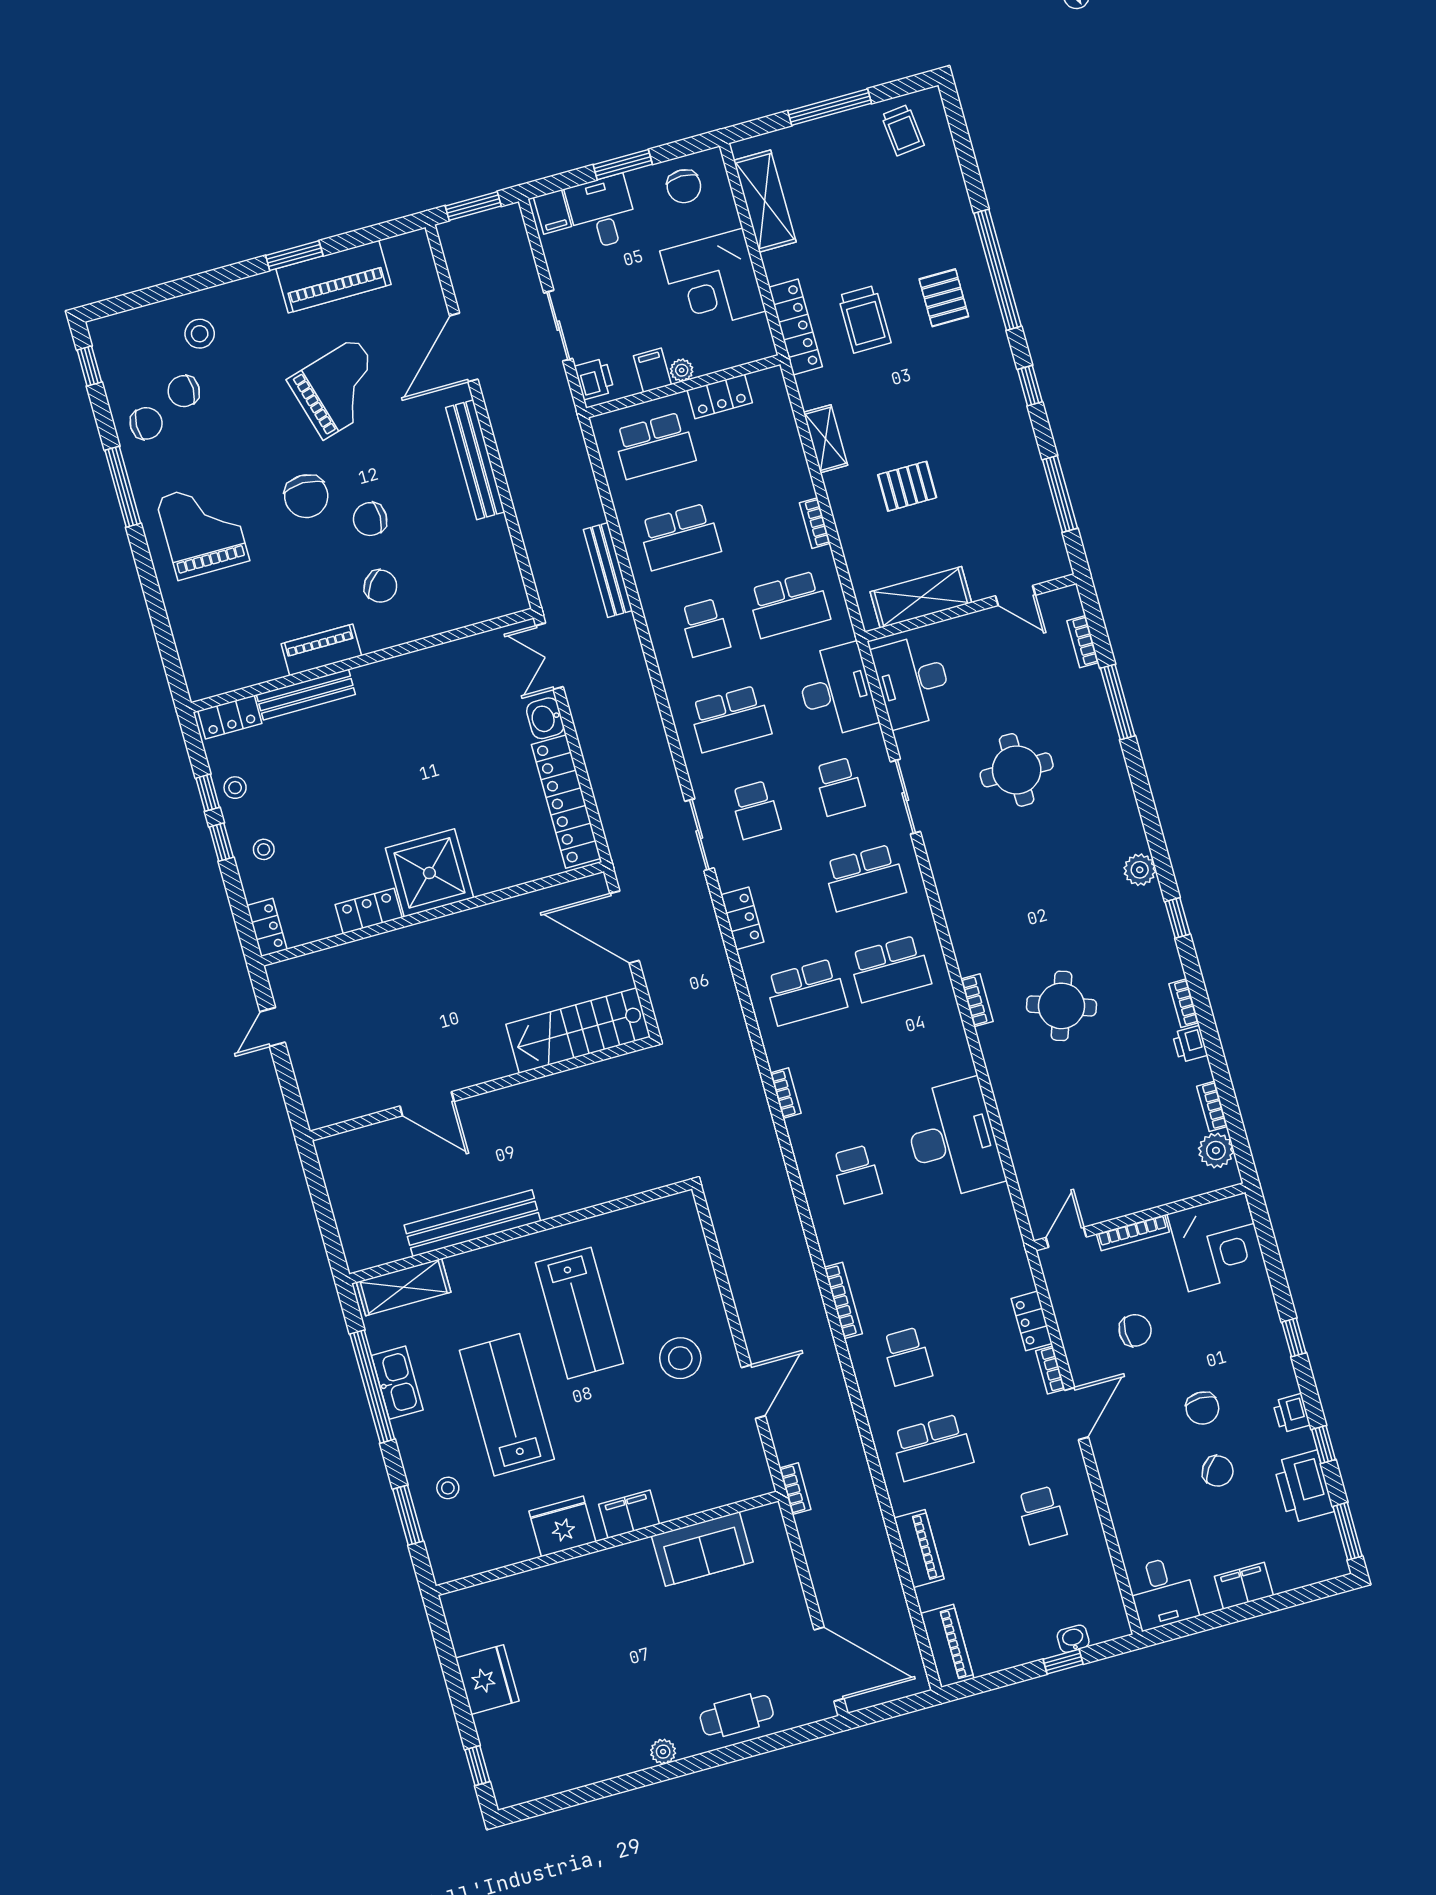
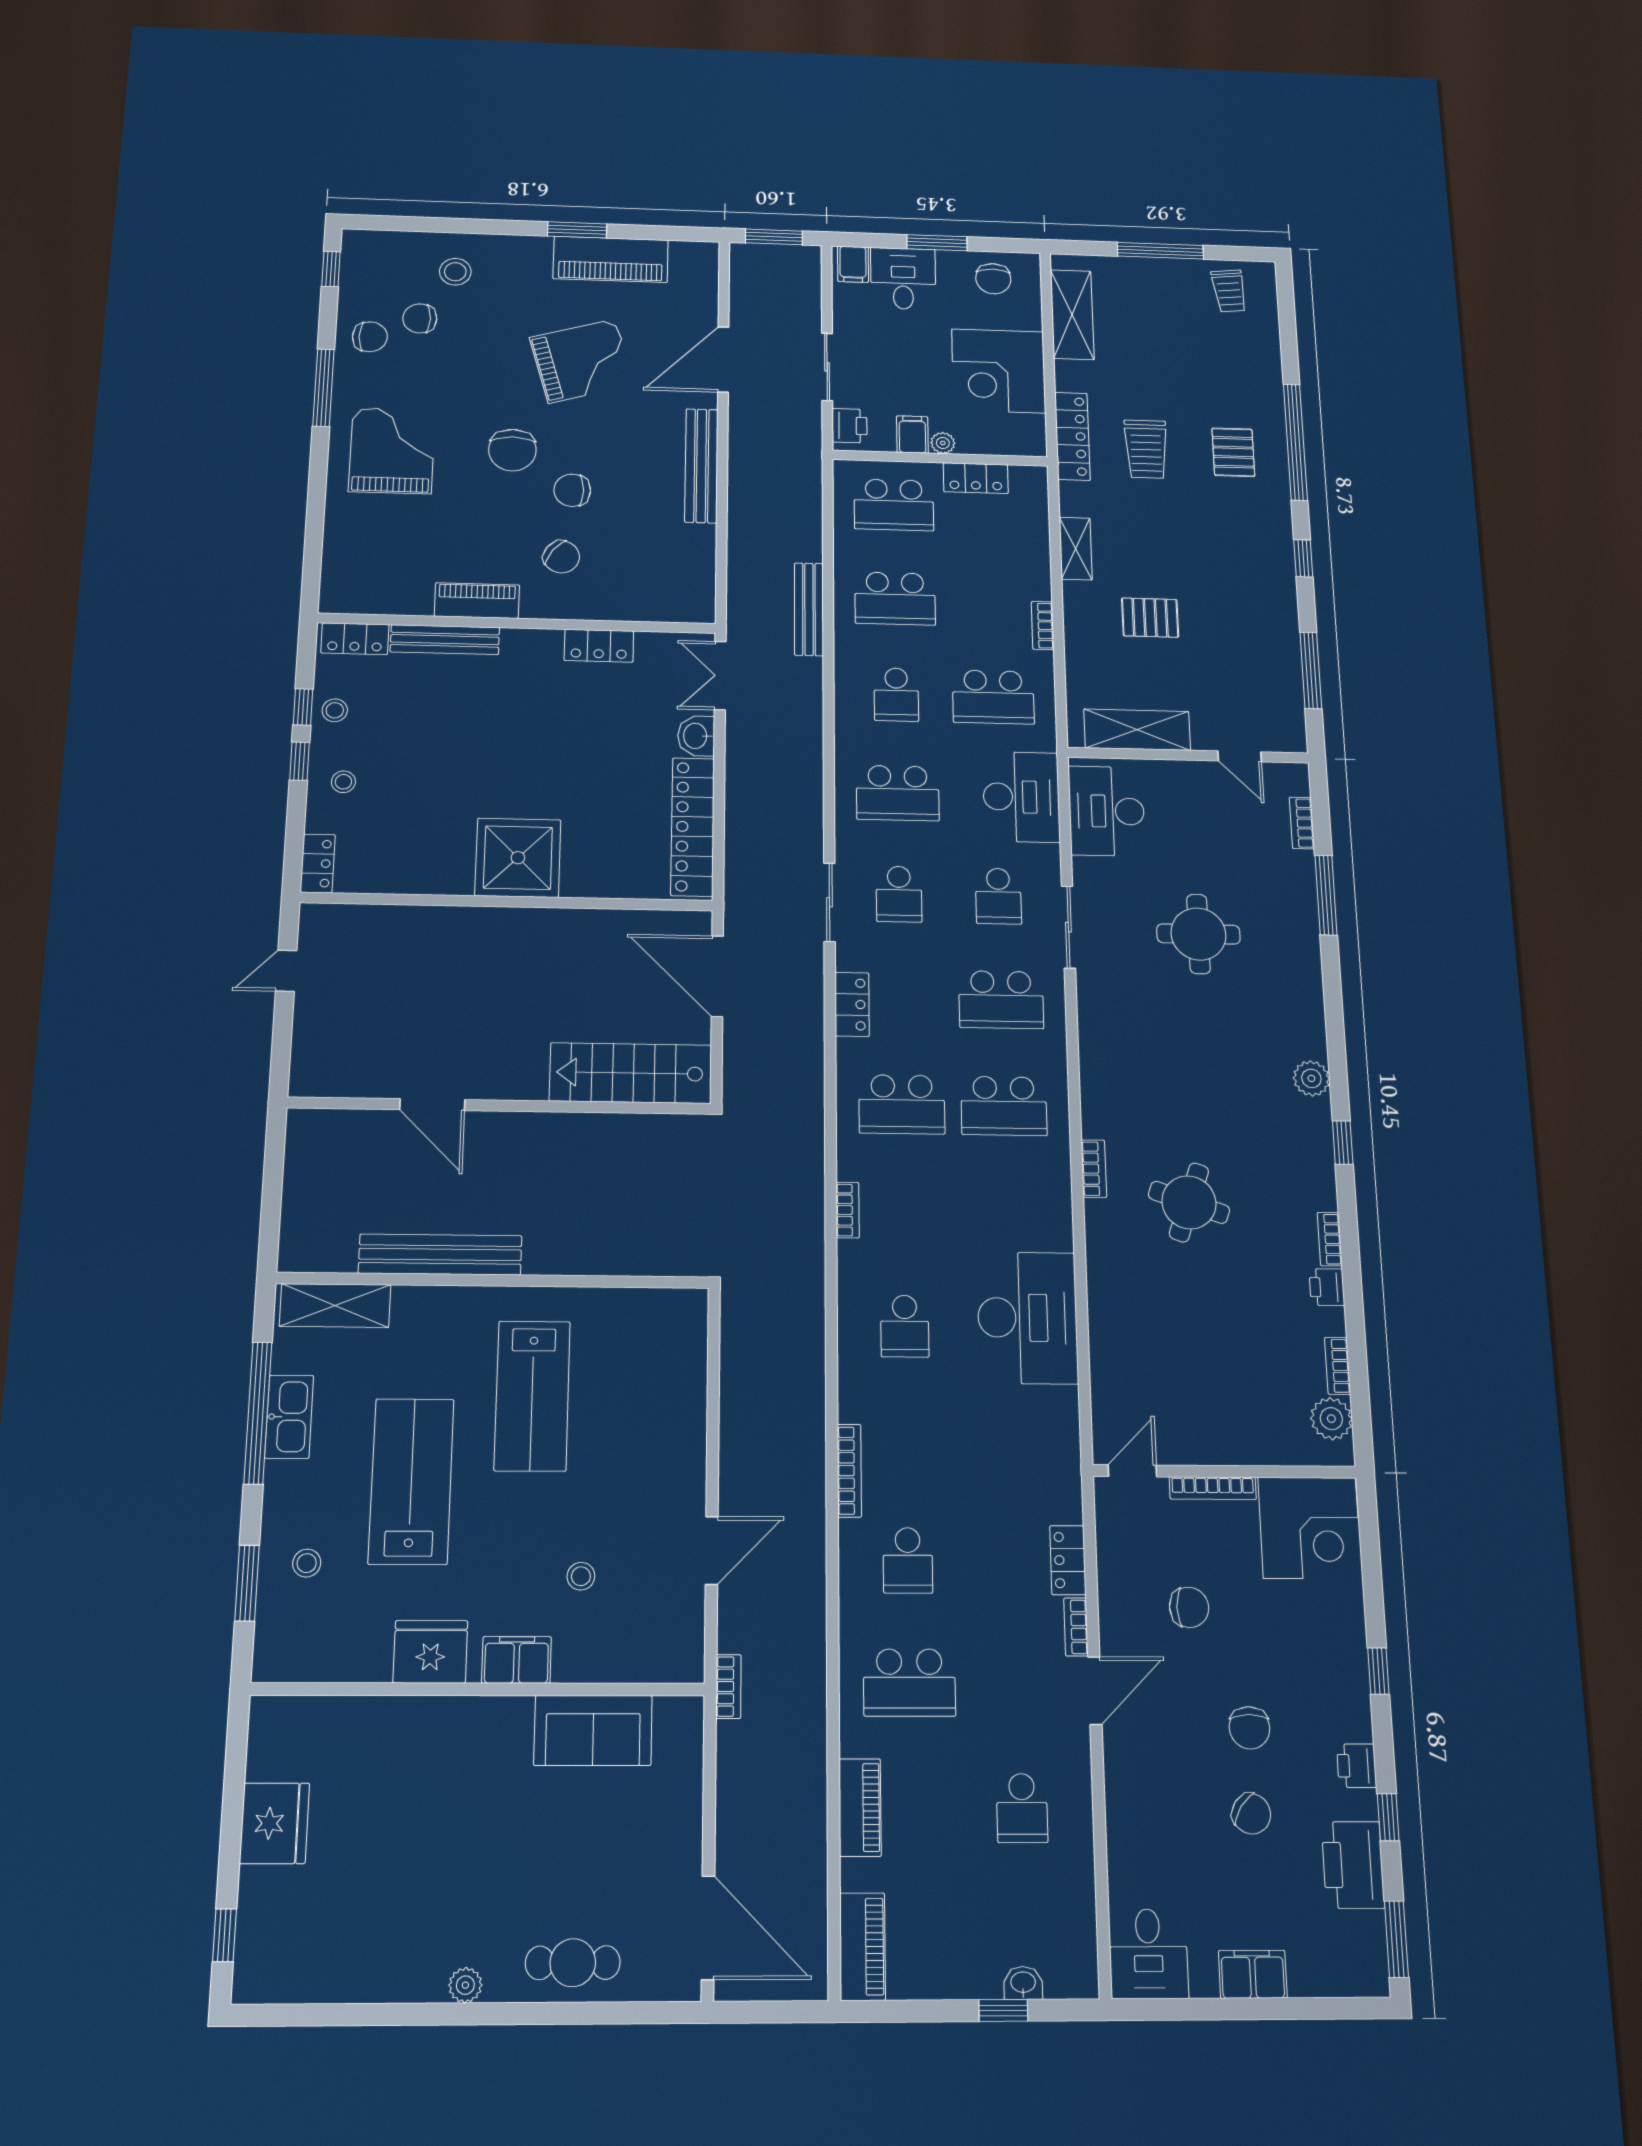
locker: (369, 911) -> (599, 646), moved, turned 180
stool: (680, 1358) -> (581, 1576), moved, width x0.53, depth x0.53

